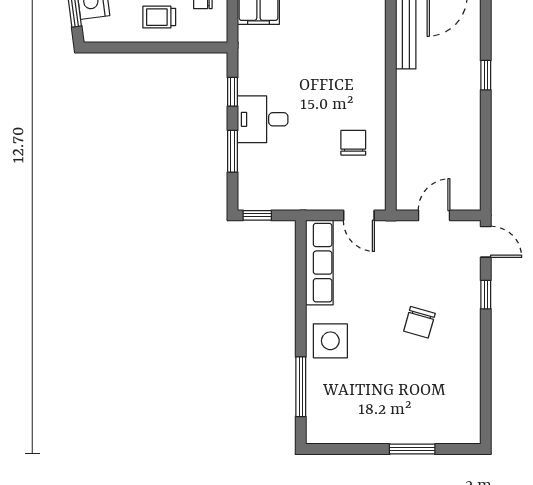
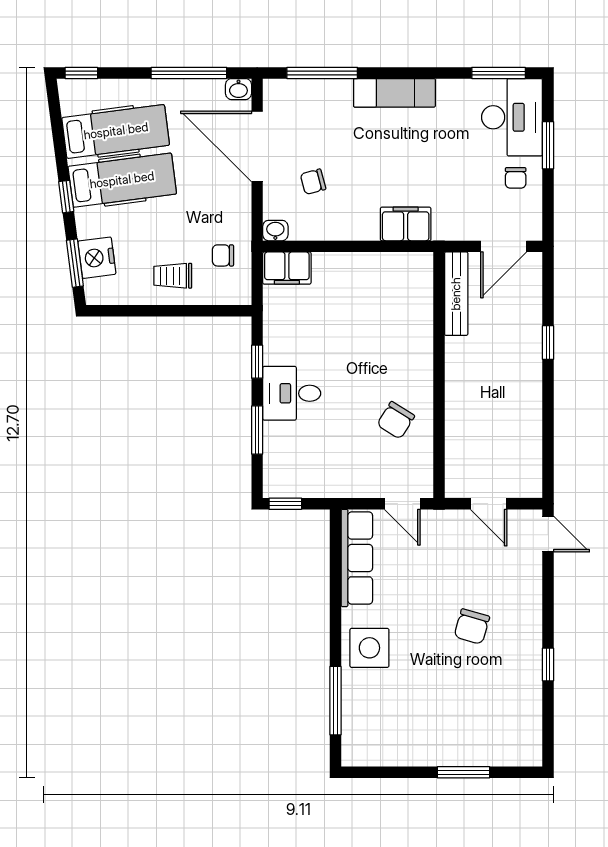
chair: (353, 143) -> (396, 420), turned -148
door: (434, 215) -> (489, 504), swing flipped
window: (486, 295) -> (548, 664), moved

